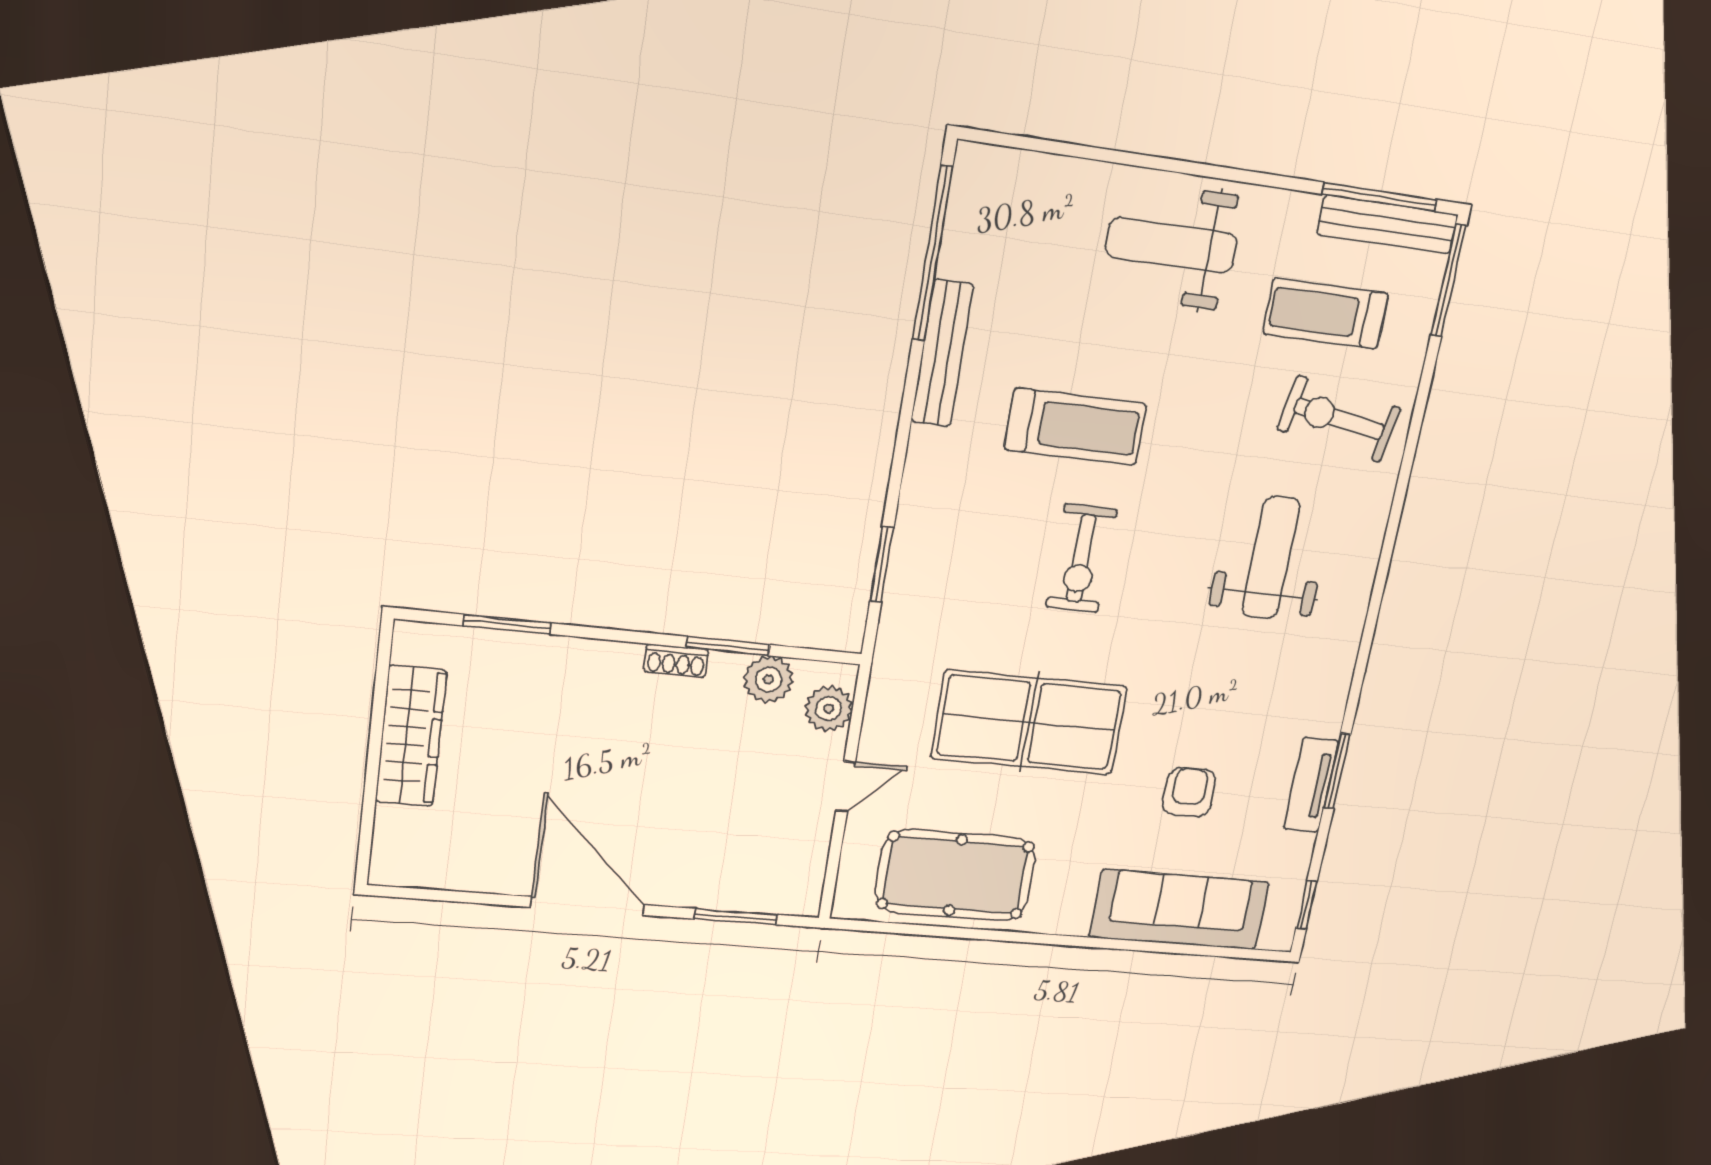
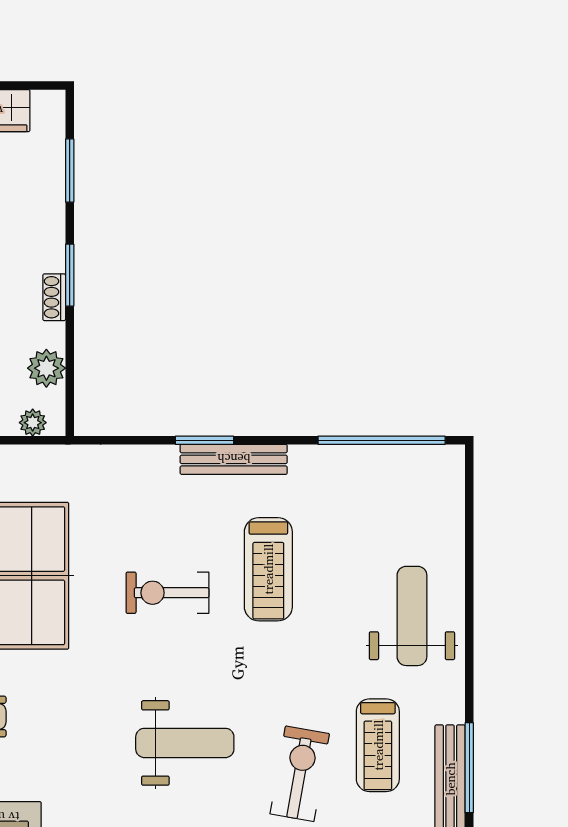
treadmill: (1326, 314) -> (378, 745), turned 180
bench: (942, 353) -> (234, 459), moved
window: (882, 564) -> (204, 440), moved
window: (728, 646) -> (70, 275), moved
plant: (829, 709) -> (33, 423), width x0.73, depth x0.73

